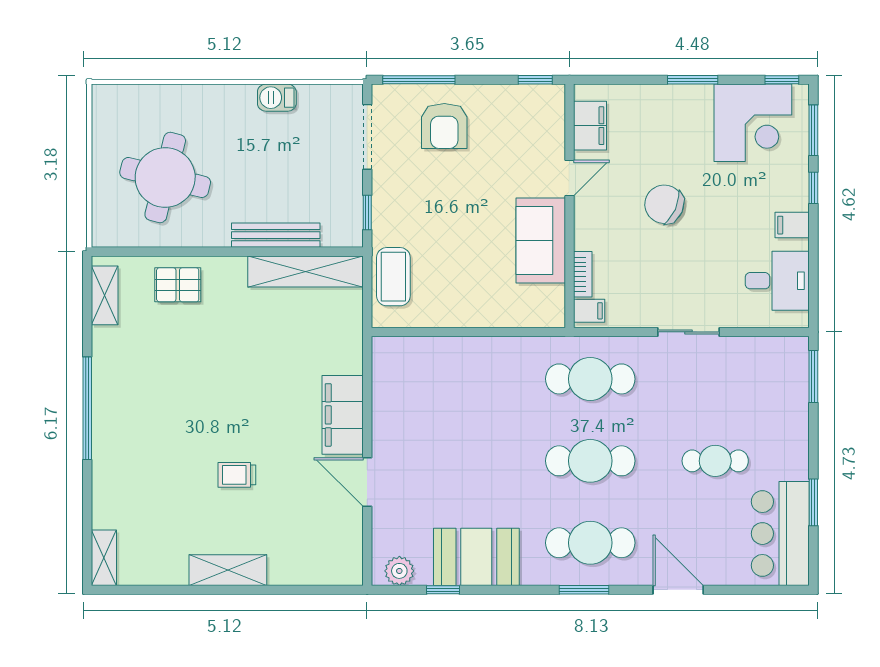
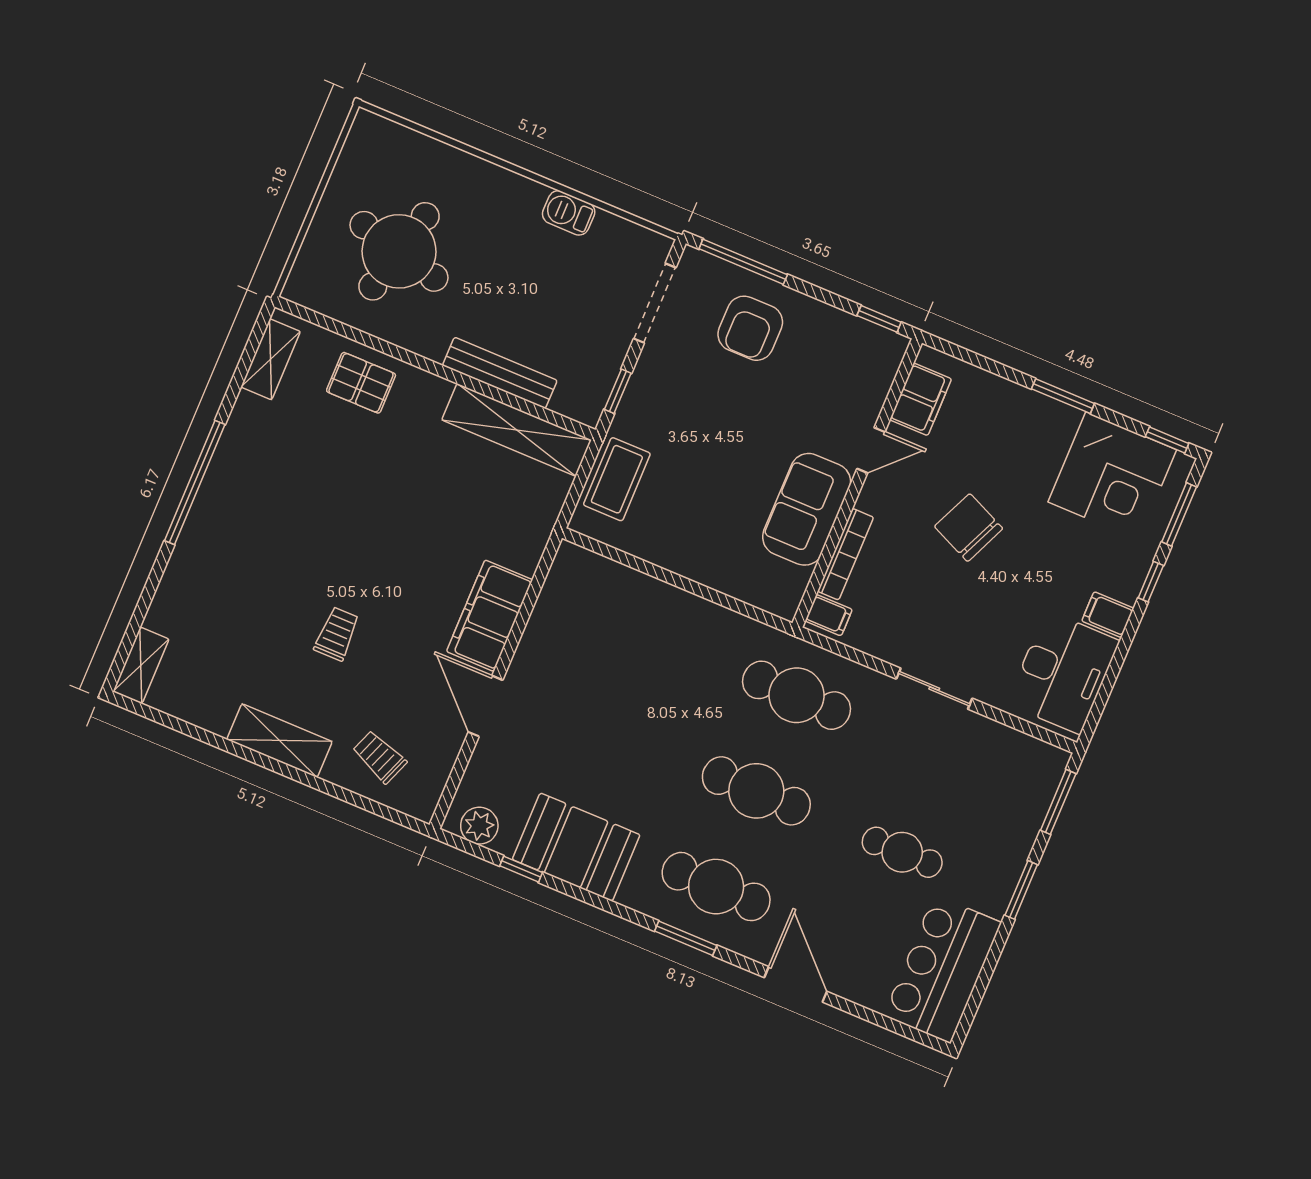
bookcase: (583, 274) -> (845, 554), width x1.56
desk: (777, 281) -> (1063, 672), width x1.37
trolley: (237, 475) -> (337, 634), turned 90
window: (813, 502) -> (1021, 890), moved
trolley: (306, 551) -> (379, 757), added

